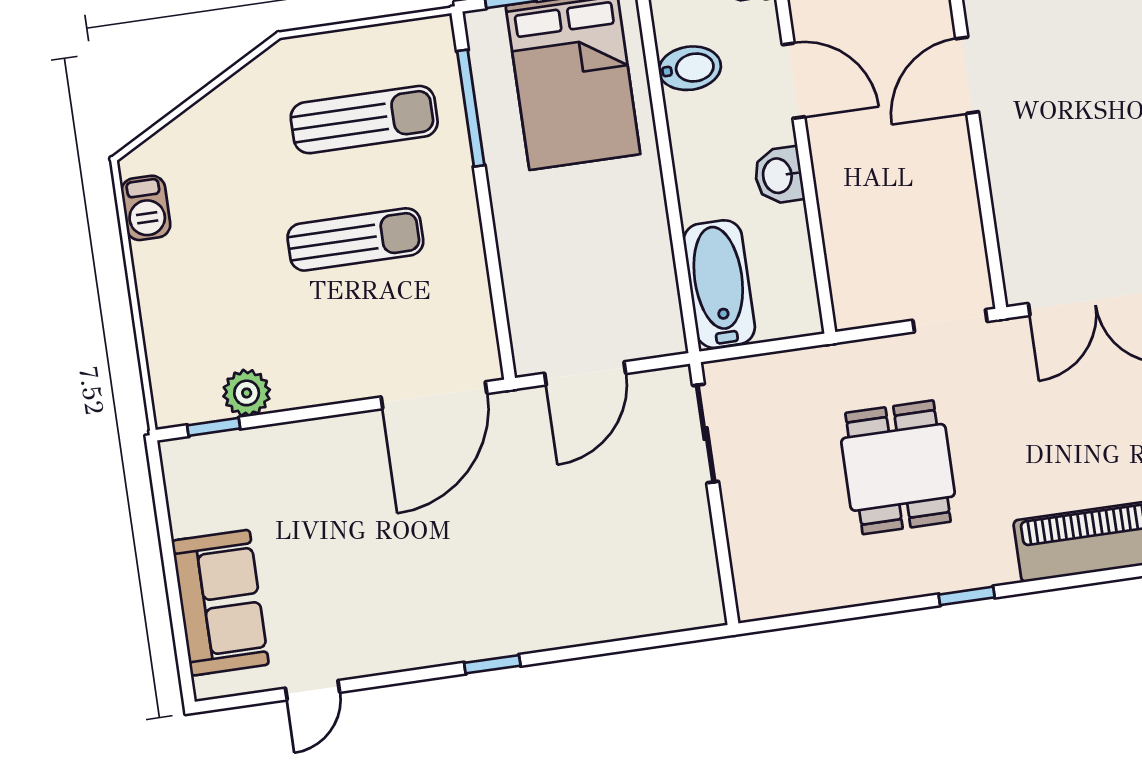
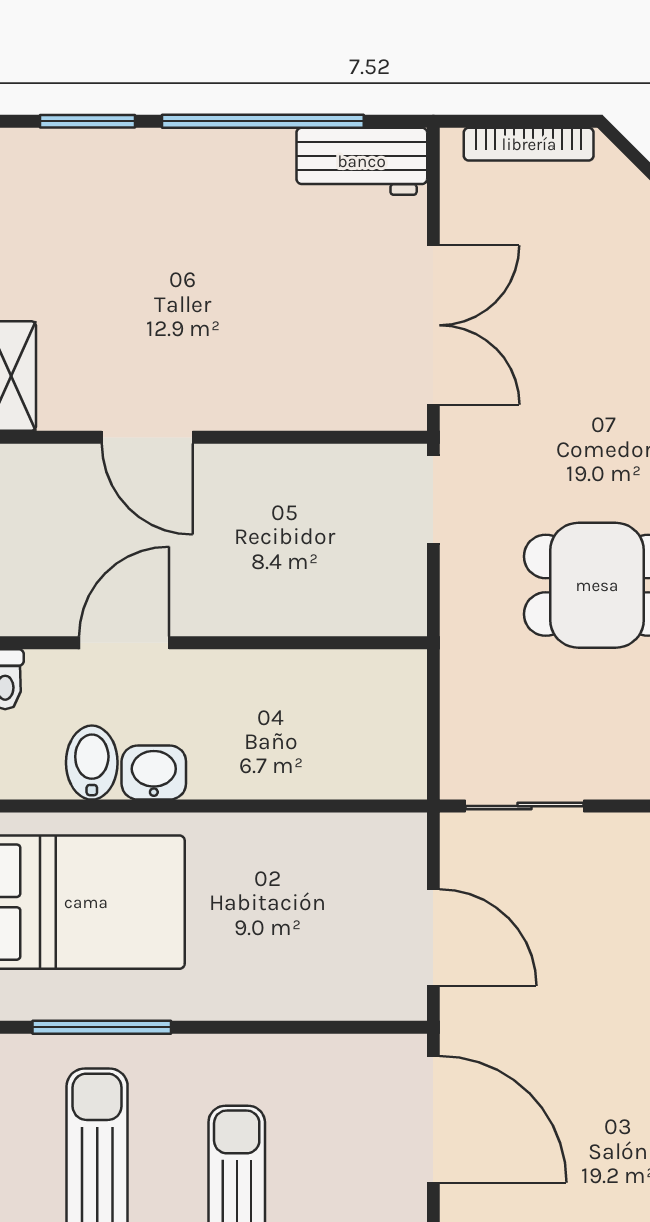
washbasin: (779, 175) -> (154, 773), moved, turned 180
bathtub: (719, 284) -> (351, 765), removed

